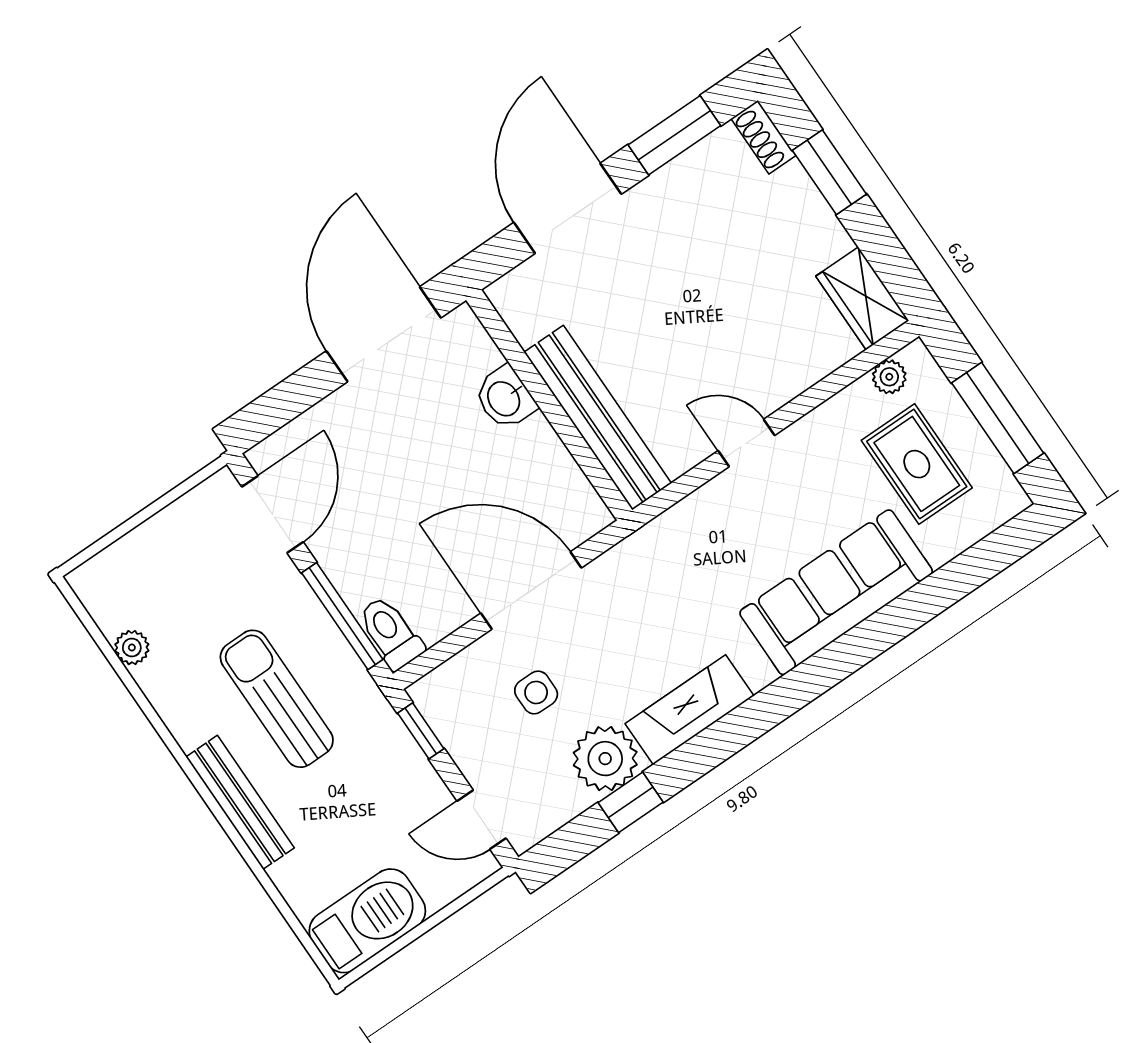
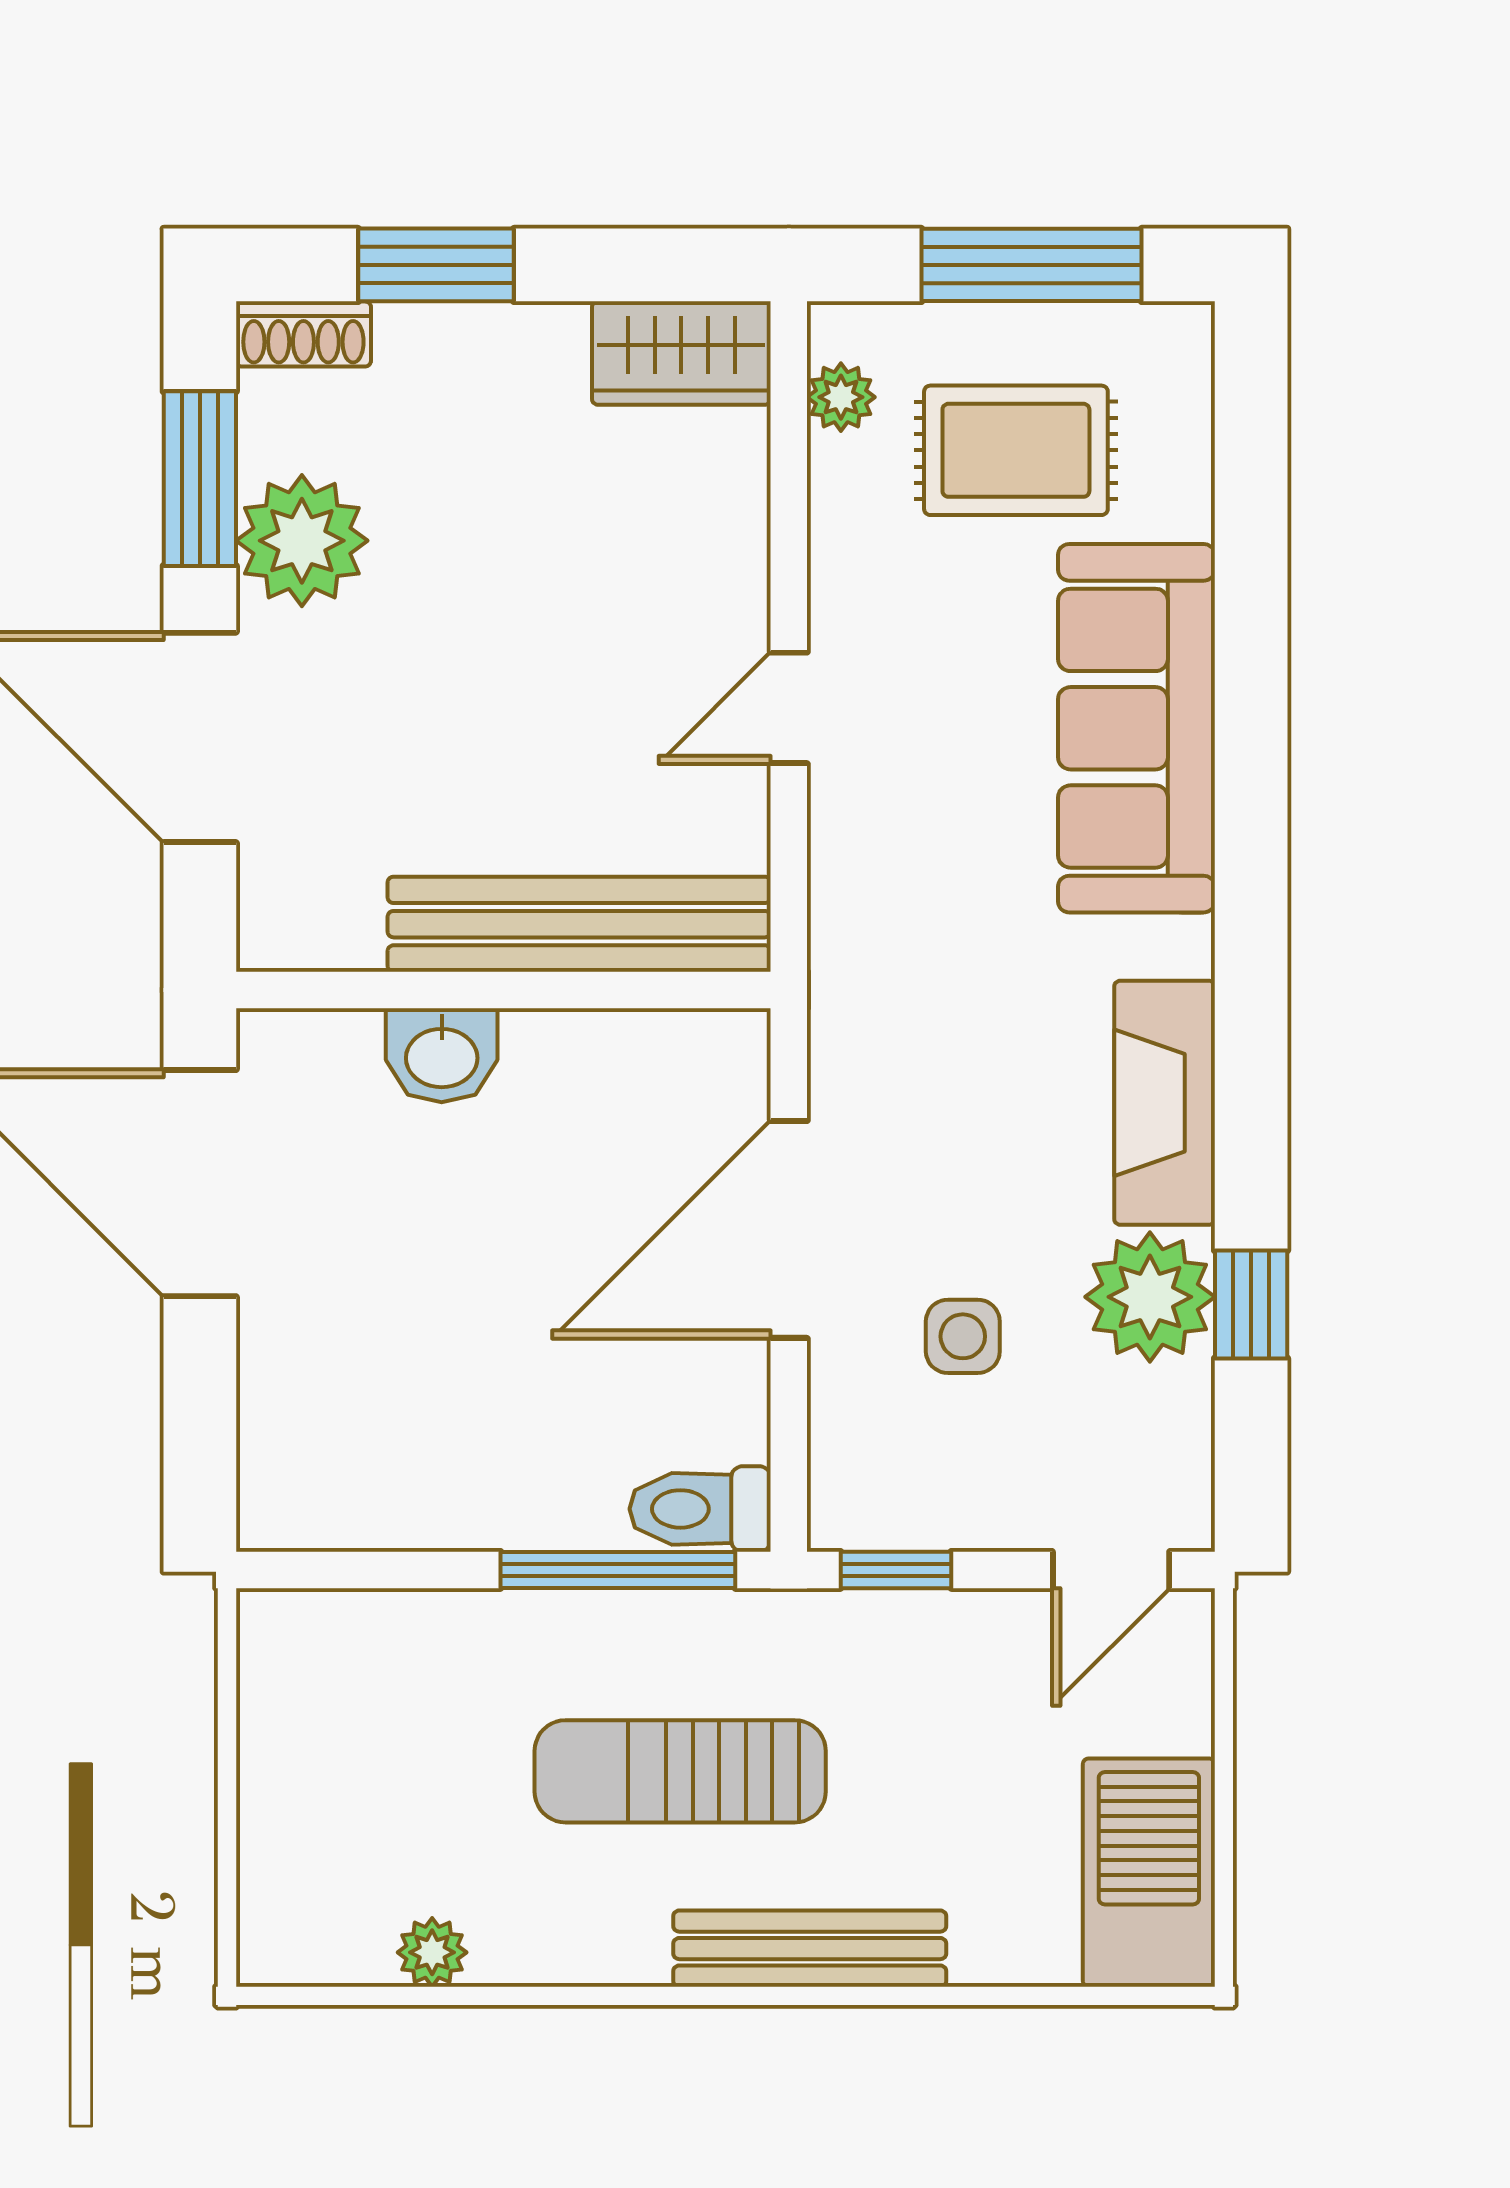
plant: (678, 195) -> (302, 541), added
door: (272, 514) -> (371, 1570), removed

